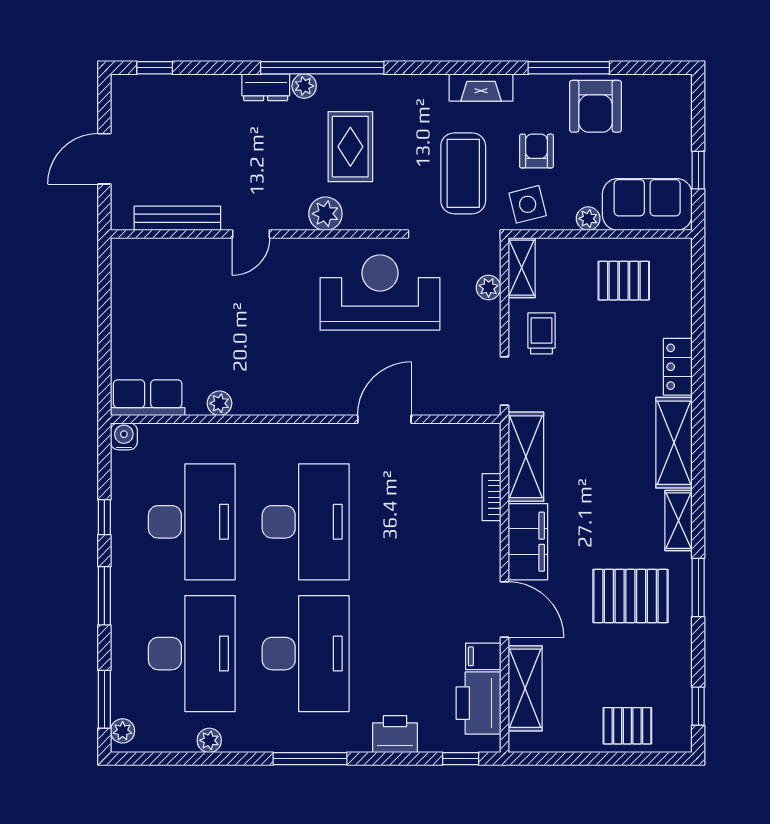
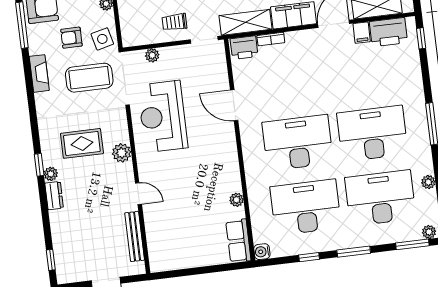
window: (322, 68) -> (39, 165), width x0.32
shelving: (522, 268) -> (139, 38), removed
printer: (395, 734) -> (244, 48), moved, turned -90

